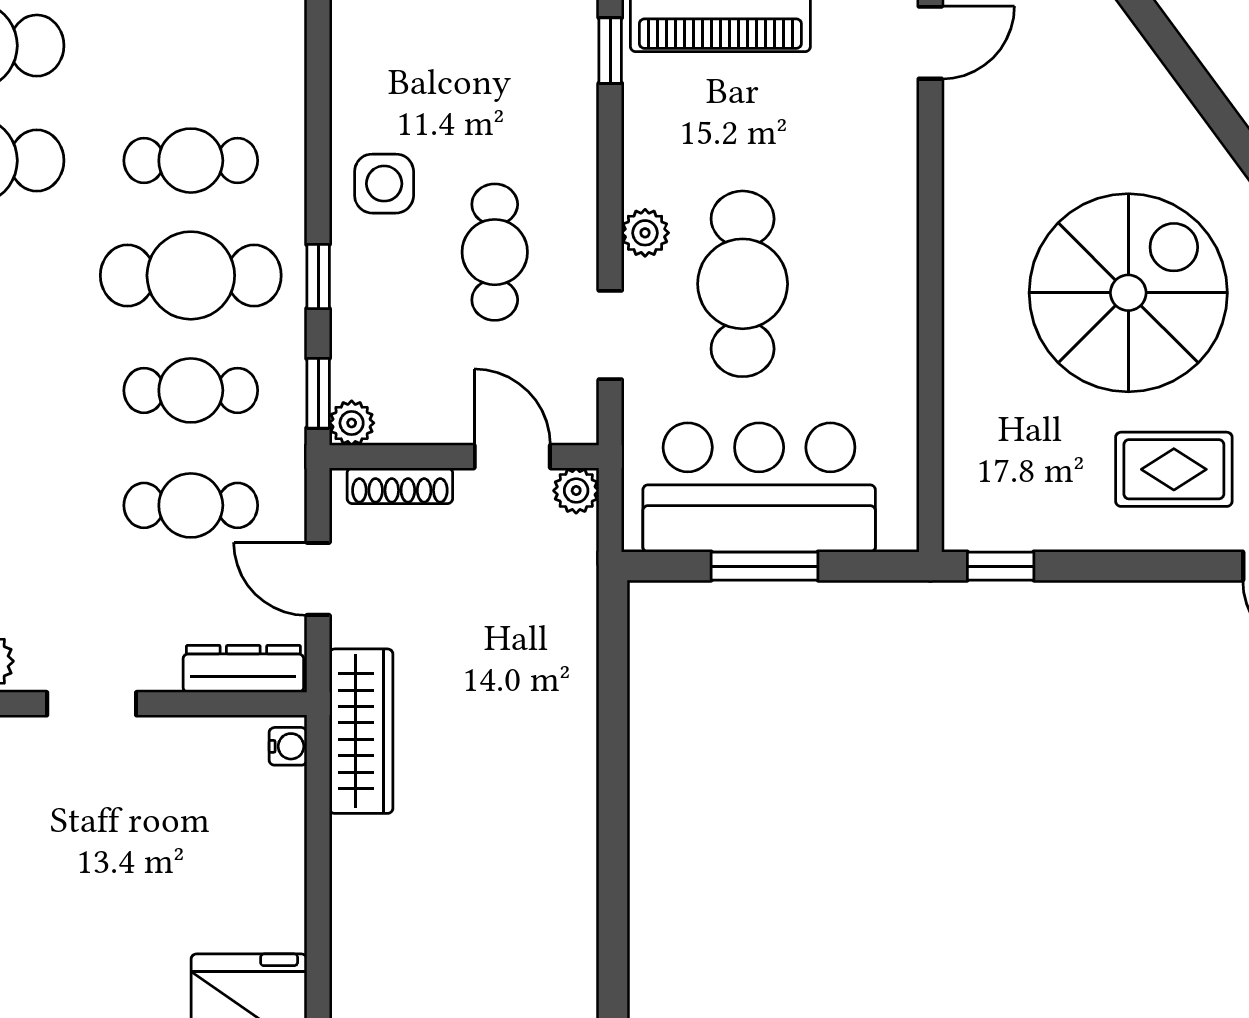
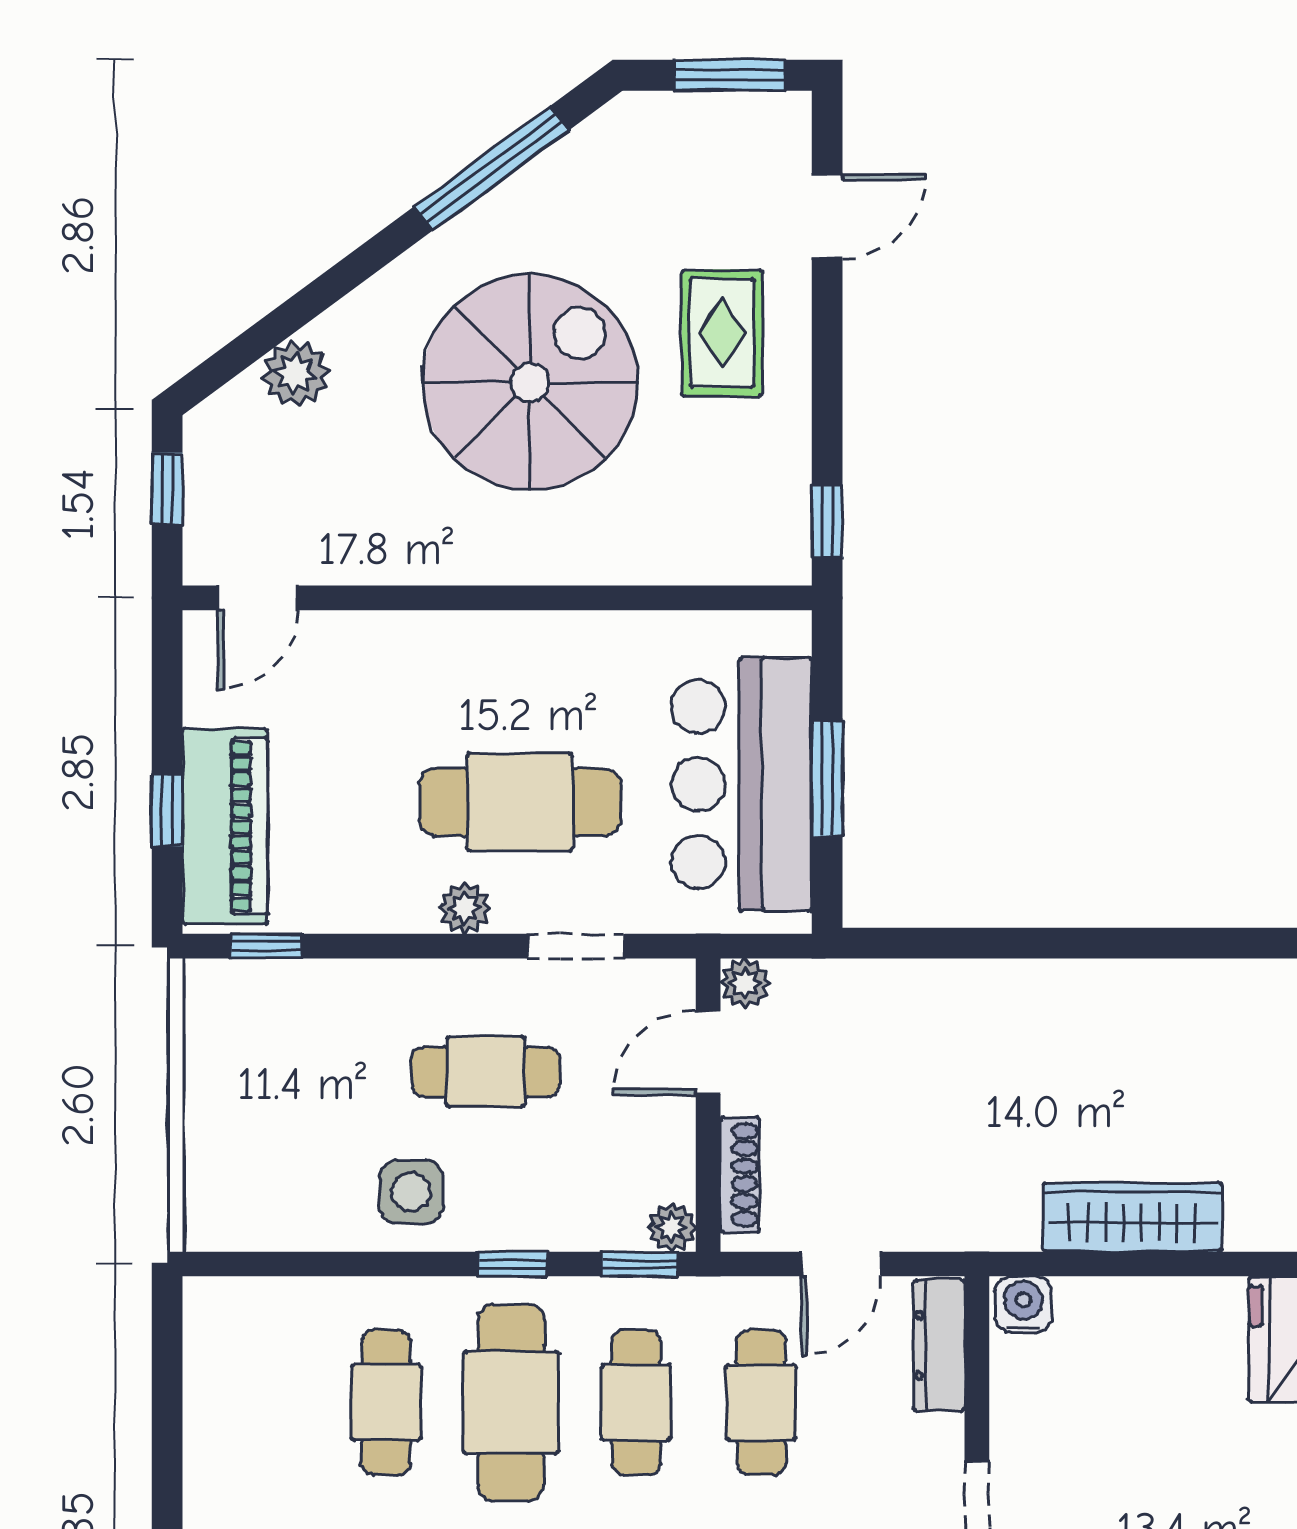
door: (930, 43) -> (258, 598), swing flipped
plant: (1136, 77) -> (295, 374), added
spiral stairs: (1128, 293) -> (530, 383), turned 90
wardrobe: (361, 731) -> (1132, 1217), moved
water cooler: (288, 746) -> (1023, 1305), width x1.38, depth x1.38

